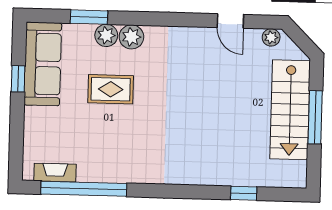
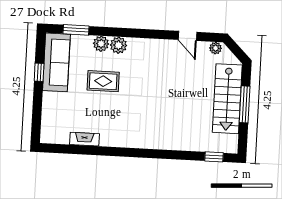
window: (89, 17) -> (76, 30), moved
fireplace: (55, 173) -> (84, 139), moved
window: (84, 189) -> (83, 150), removed
window: (244, 193) -> (214, 157), moved

